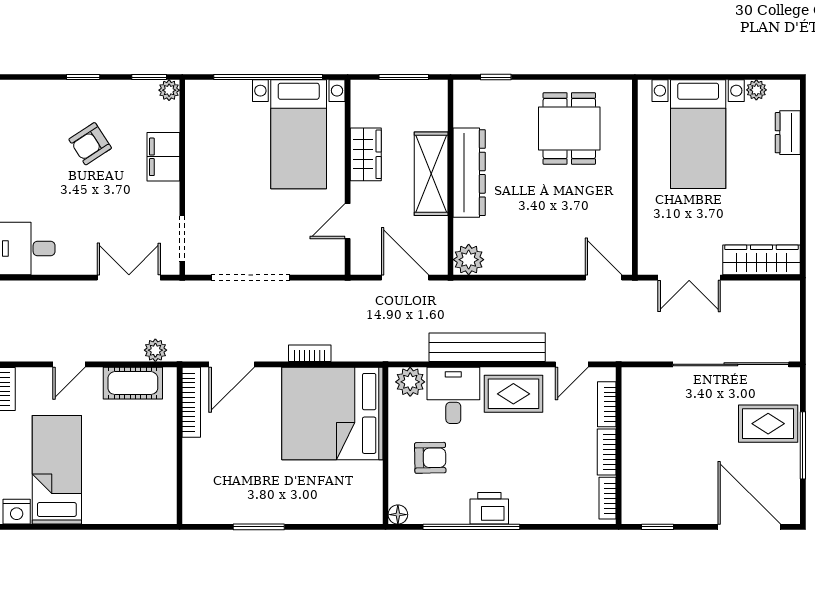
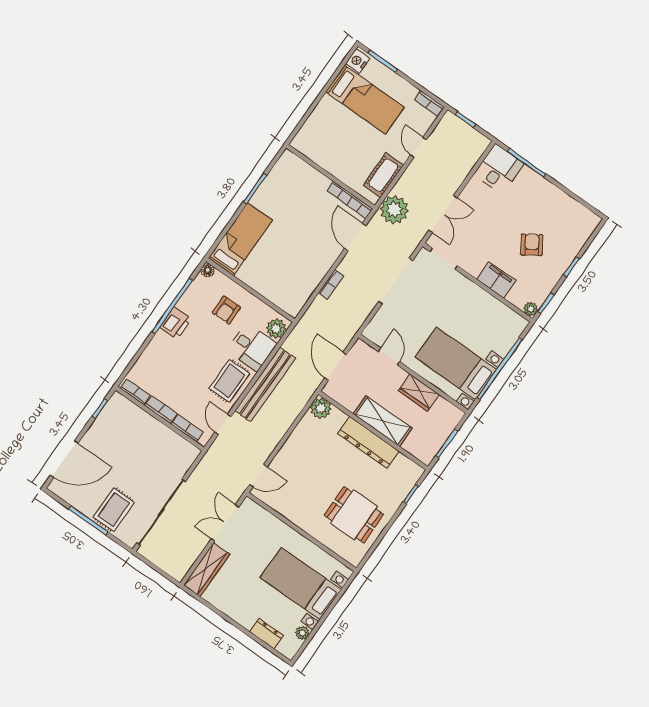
door: (405, 278) -> (336, 366), swing flipped
plant: (155, 350) -> (394, 210), width x1.87, depth x1.87
bed: (332, 413) -> (240, 239), moved, width x0.49

